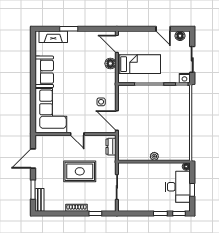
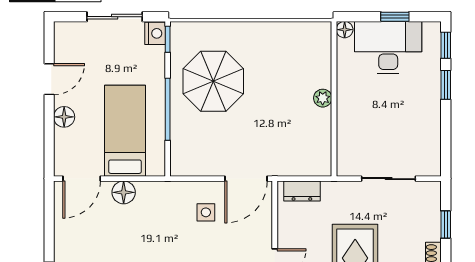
floor lamp: (180, 36) -> (64, 117), moved
parasol: (162, 105) -> (213, 81), added

